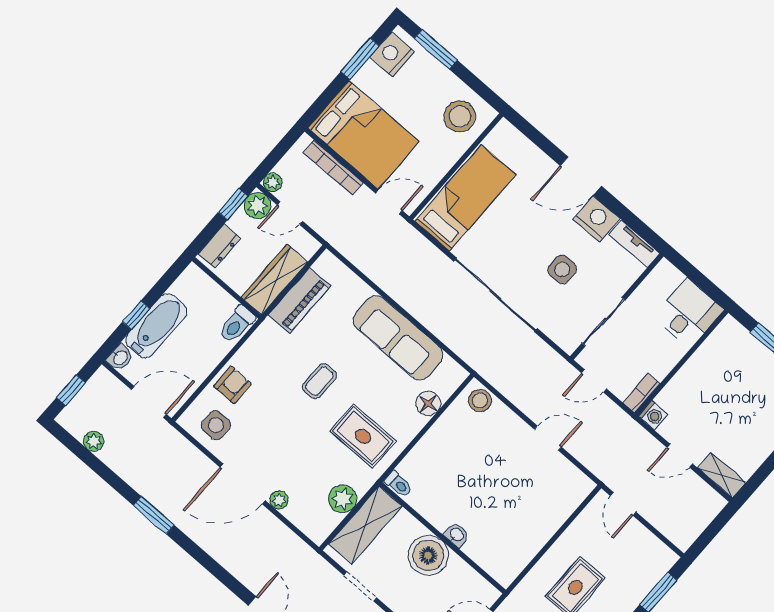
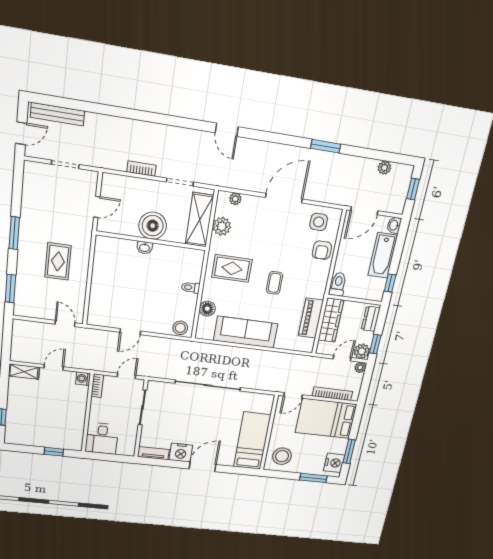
bed: (465, 198) -> (252, 441), moved, turned 180
side table: (562, 270) -> (182, 419), removed
window: (136, 315) -> (390, 283), moved
toilet: (398, 484) -> (191, 288), moved
plant: (279, 500) -> (235, 199), moved

